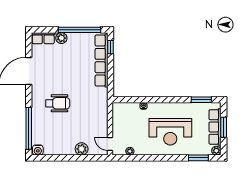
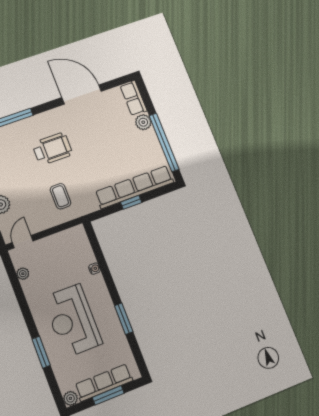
window: (111, 47) -> (131, 202), moved
window: (201, 100) -> (124, 319), moved
wheelchair: (58, 103) -> (52, 149), turned -90
coffee table: (90, 110) -> (60, 196), added
window: (198, 158) -> (41, 352), moved

